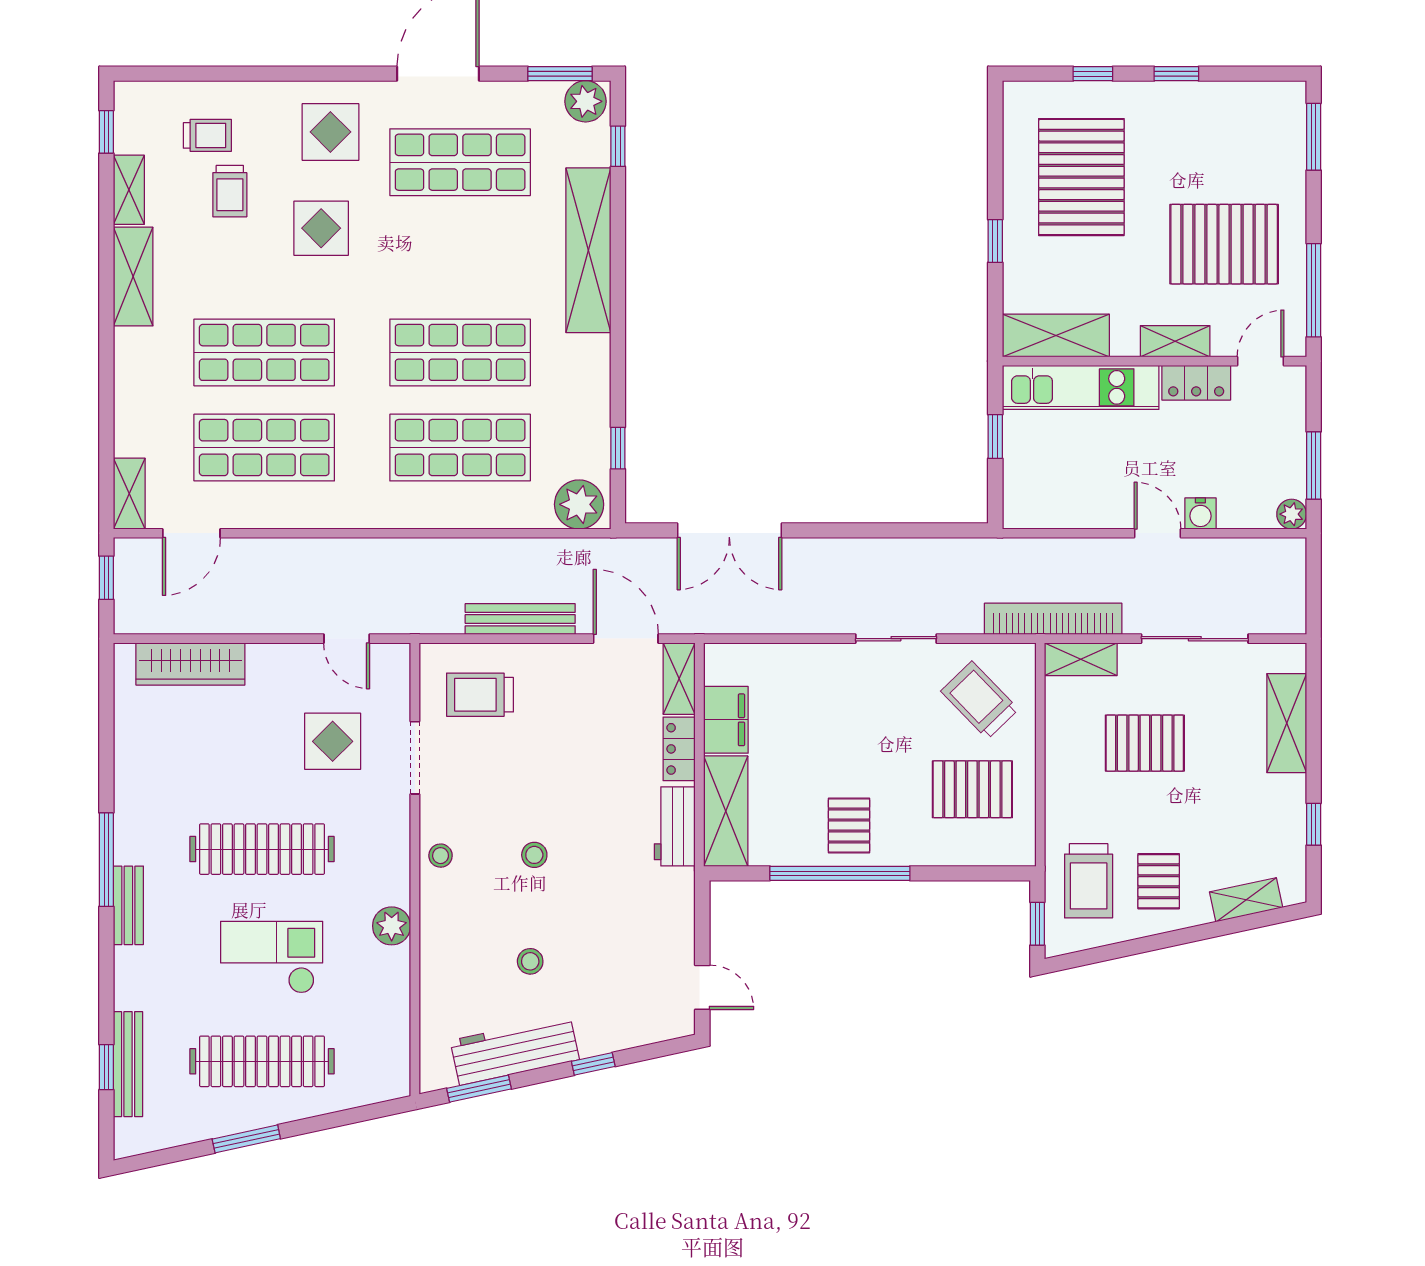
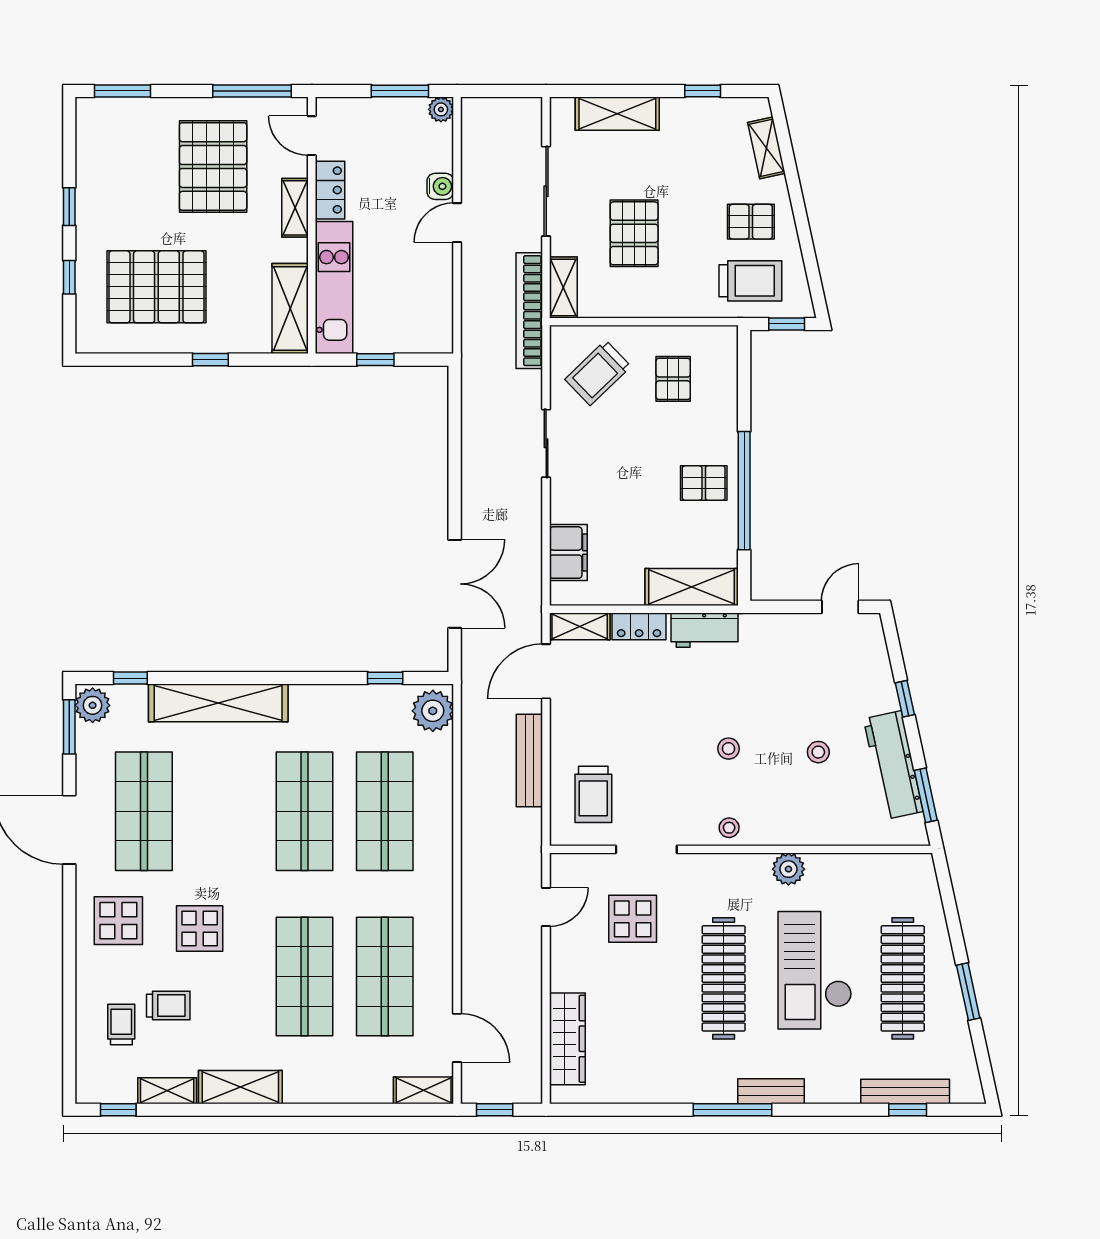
filing cabinet: (726, 720) -> (568, 553), moved, turned 90
pallet: (972, 789) -> (673, 379), width x0.67, depth x0.71
checkout: (272, 957) -> (815, 970), width x1.36, depth x1.21

